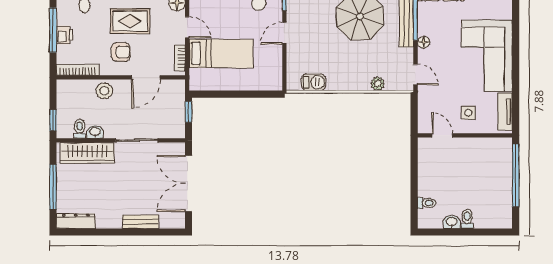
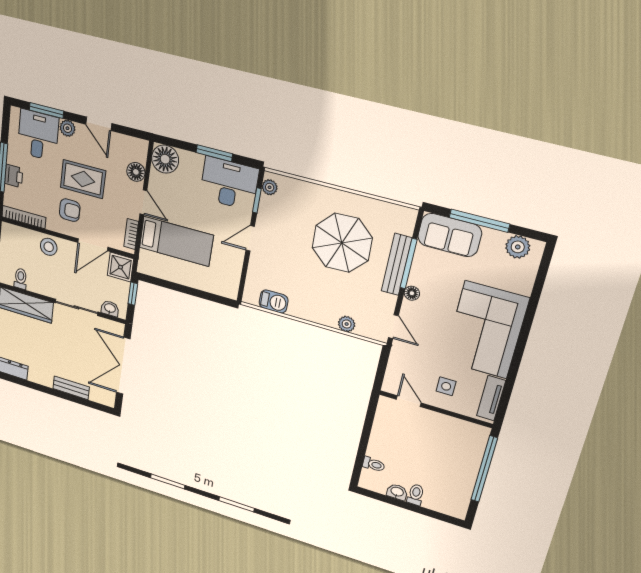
shower: (174, 91) -> (120, 267), added
washbasin: (95, 132) -> (110, 308), moved

